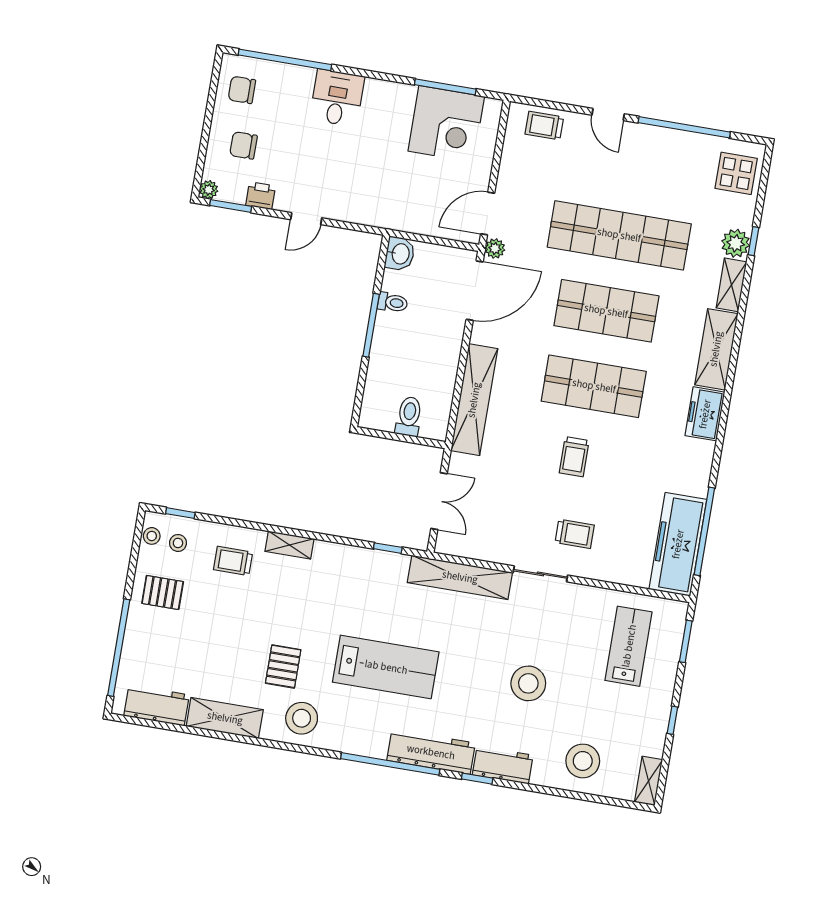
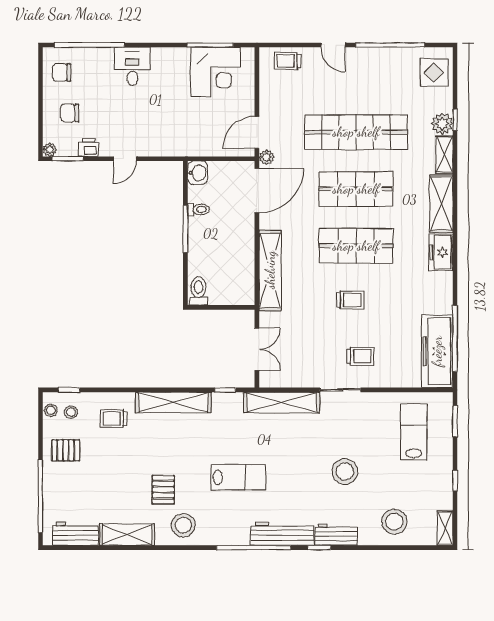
toilet: (409, 416) -> (198, 291), moved
trolley: (574, 457) -> (350, 300), turned -90
shelving: (289, 545) -> (174, 402), width x2.20, depth x1.33
lab bench: (386, 667) -> (238, 477), width x0.73, depth x0.72

